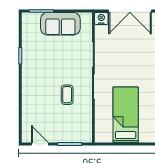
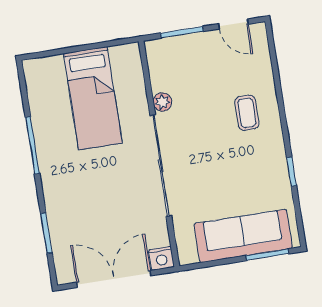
sofa: (60, 24) -> (243, 236), width x1.36
coffee table: (67, 95) -> (247, 113), moved
plant: (87, 106) -> (162, 102), added

